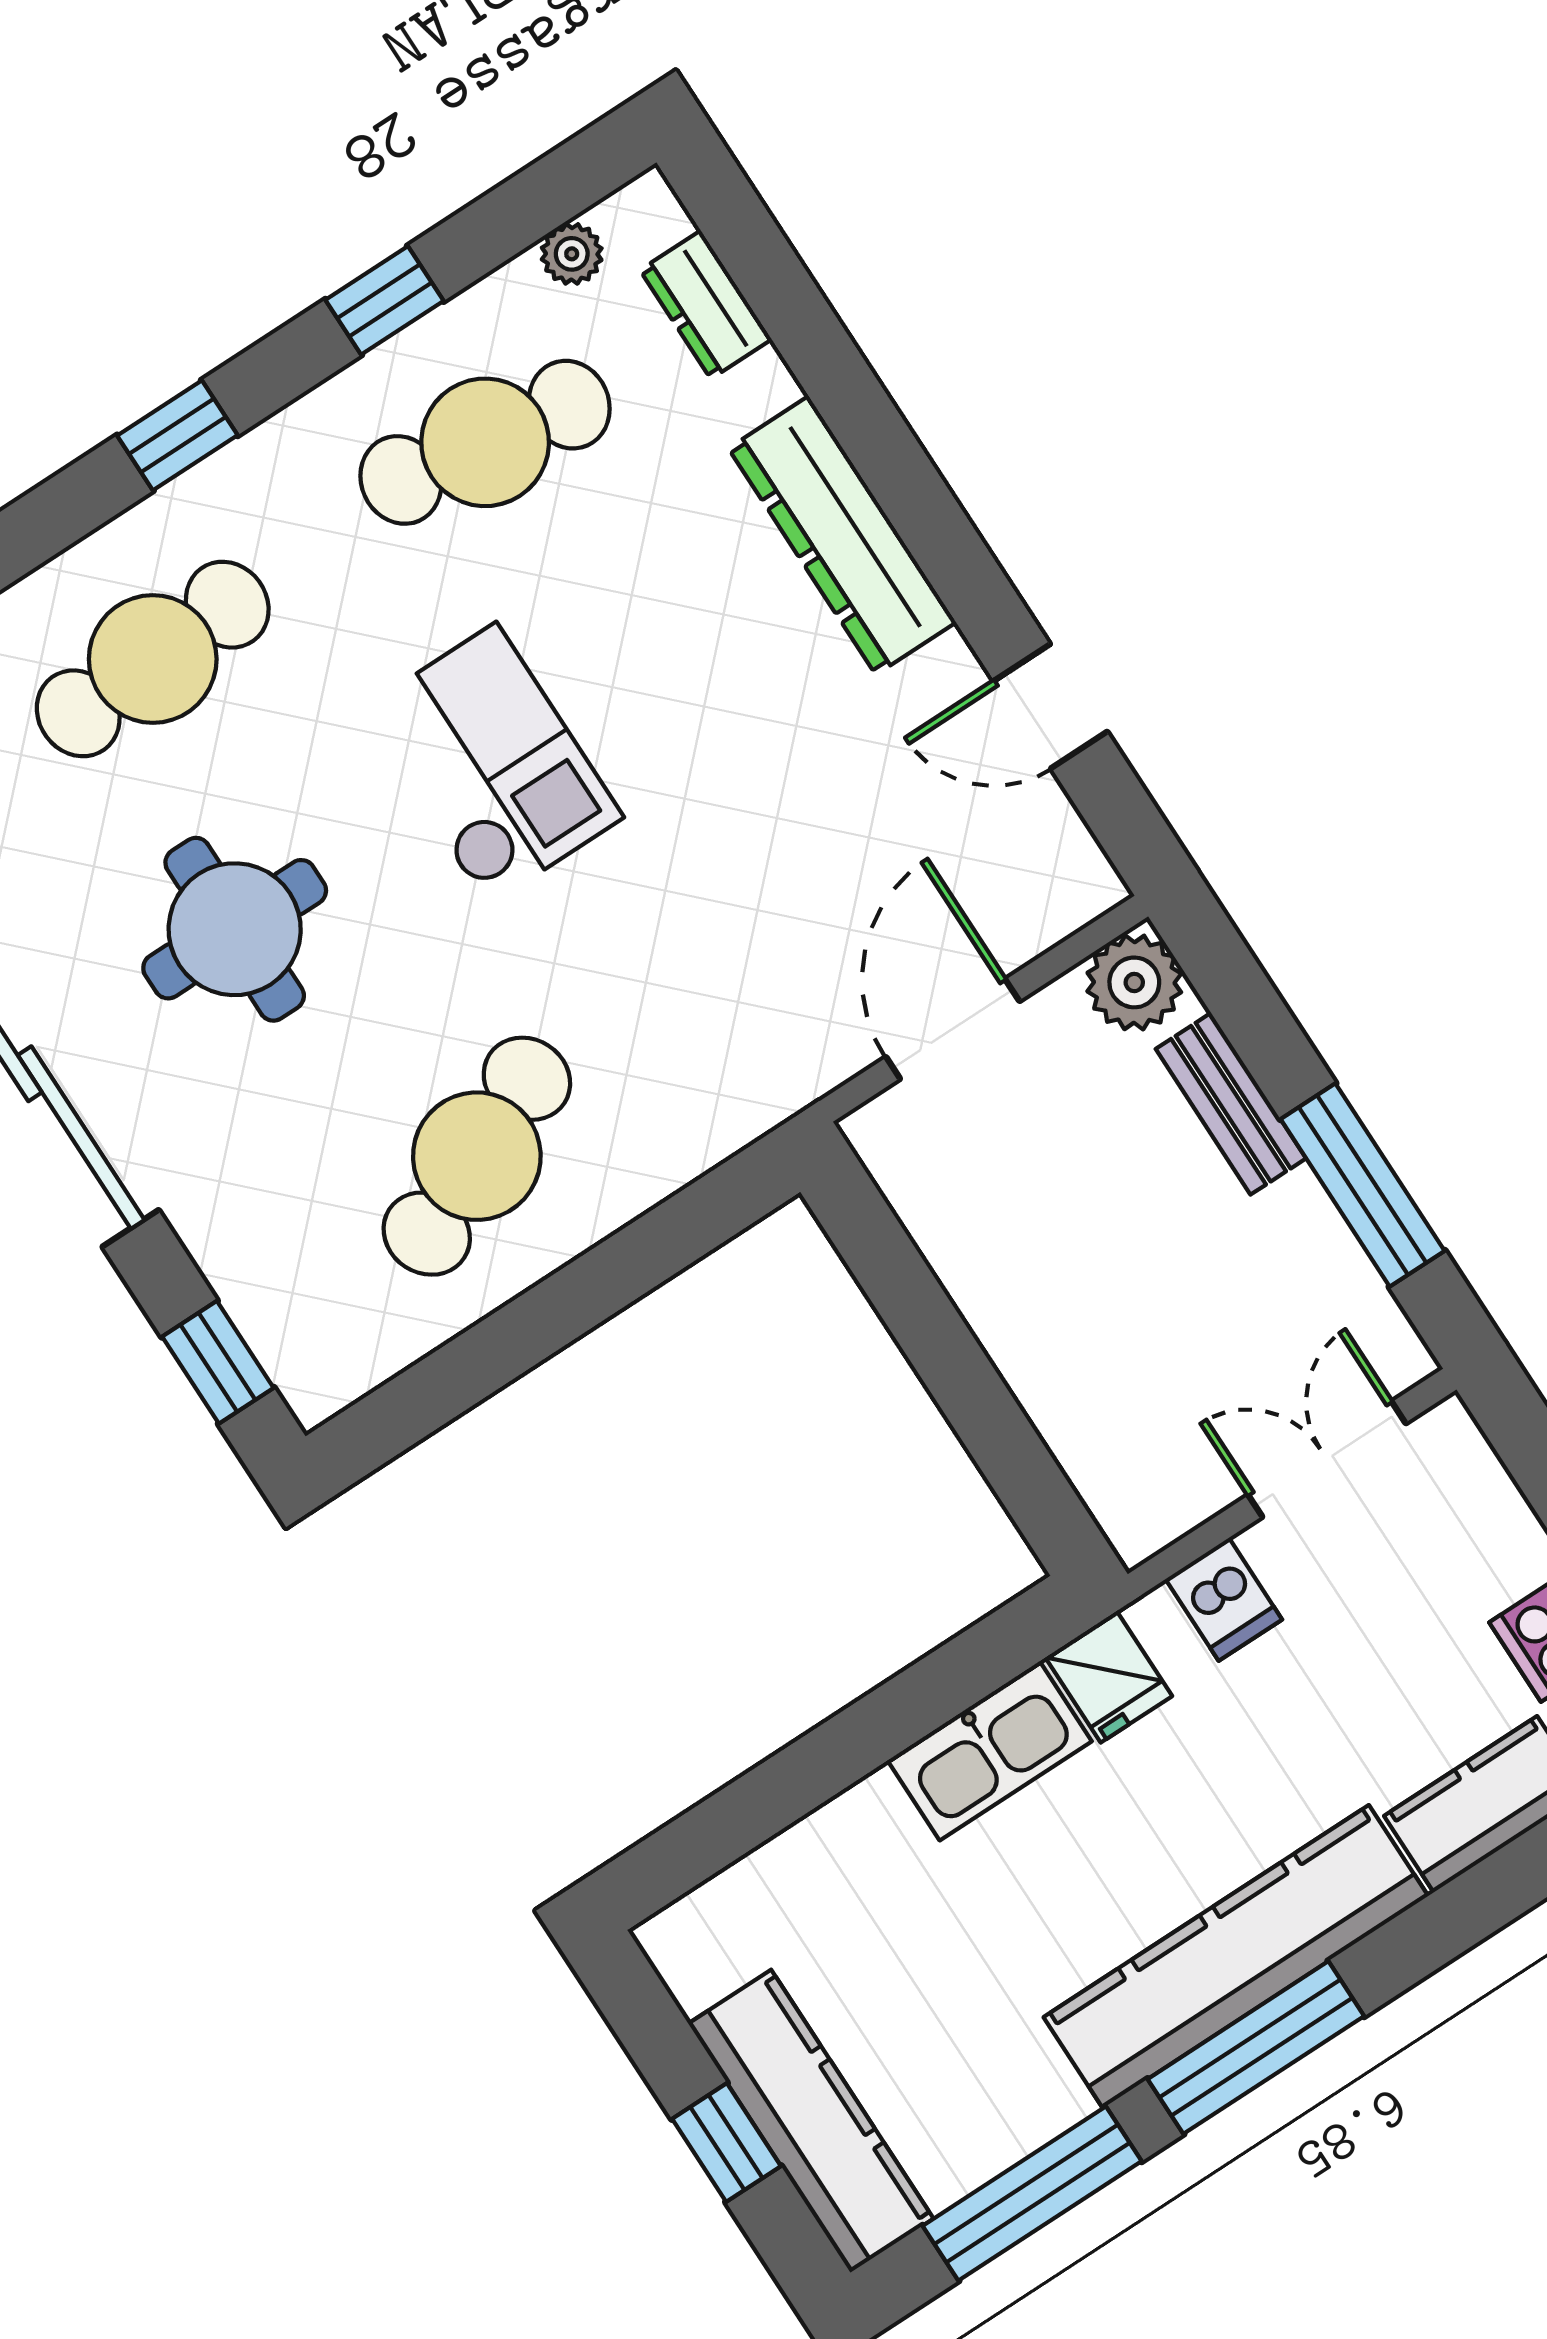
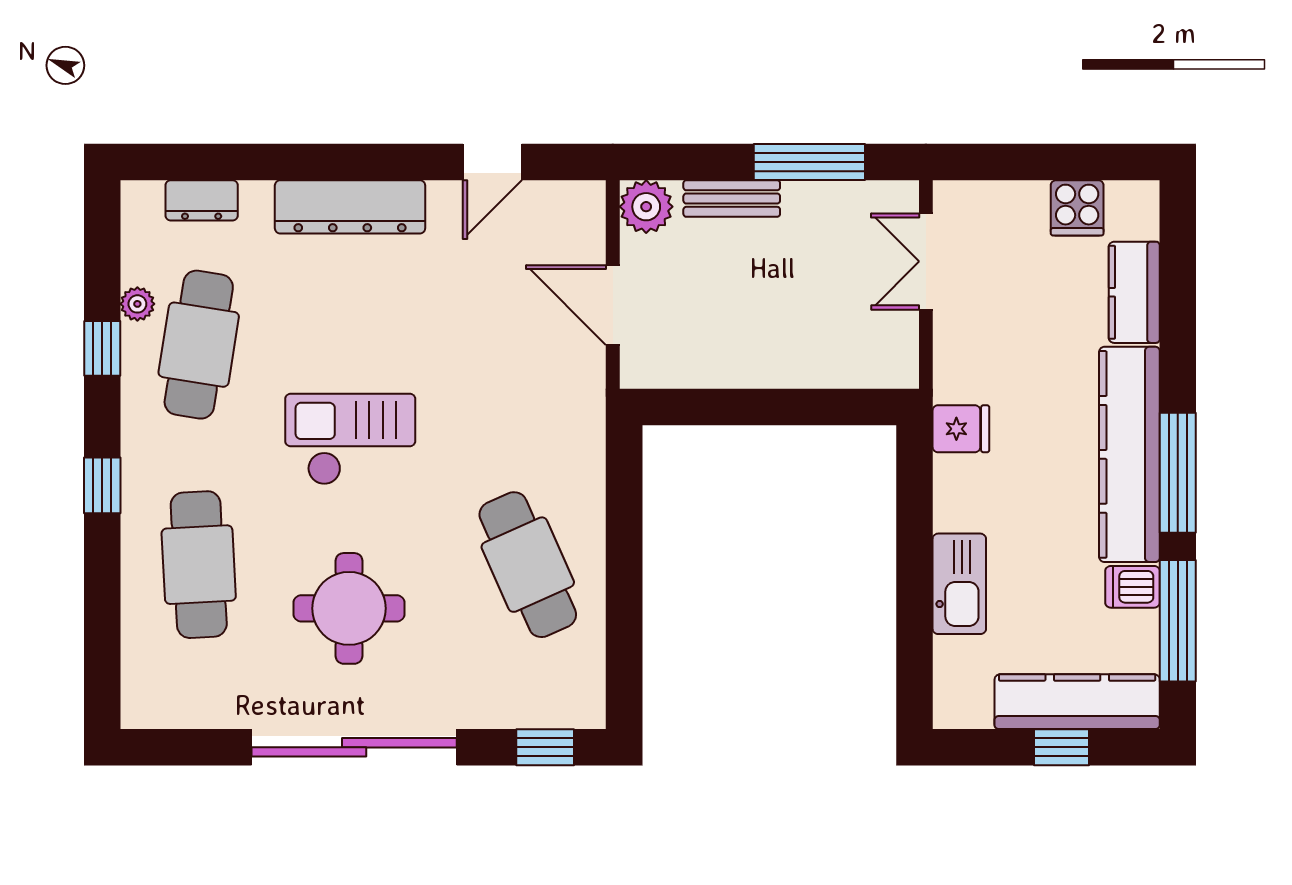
plant: (572, 254) -> (137, 304), moved
dishwasher: (1224, 1599) -> (1132, 587), moved, turned 180
kitchen sink: (990, 1751) -> (959, 584), moved

